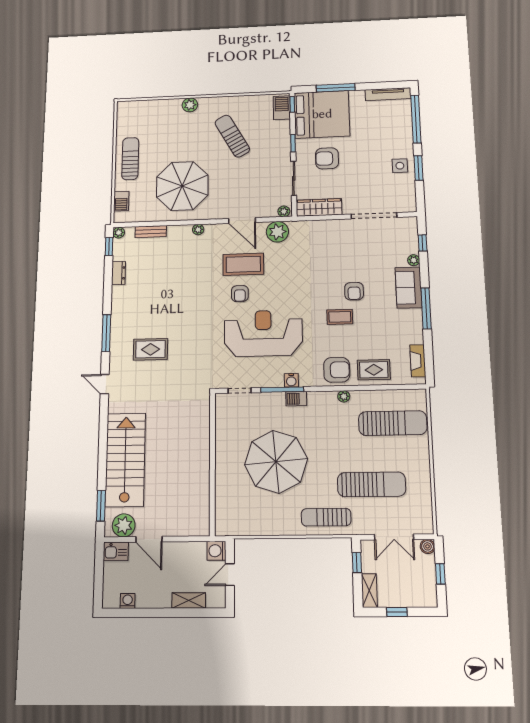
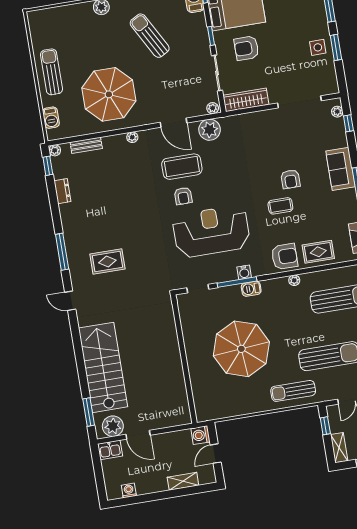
plant: (414, 260) -> (337, 112), moved

